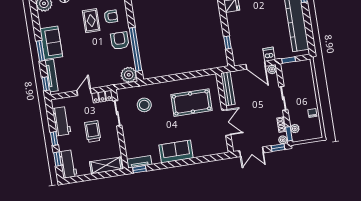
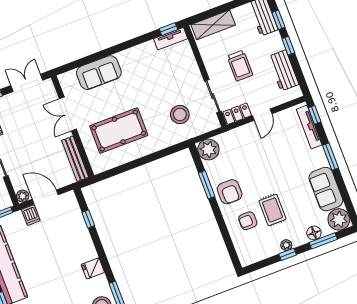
sofa: (51, 43) -> (326, 189), moved
window: (136, 49) -> (207, 185), width x0.47
sofa: (176, 151) -> (99, 73), moved

